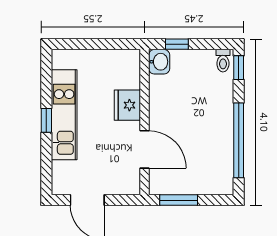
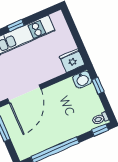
fridge: (127, 105) -> (72, 61), moved
door: (144, 149) -> (24, 94), width x1.36

